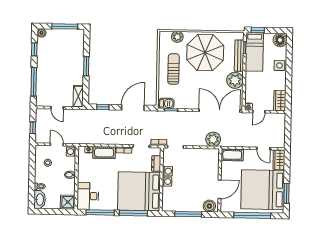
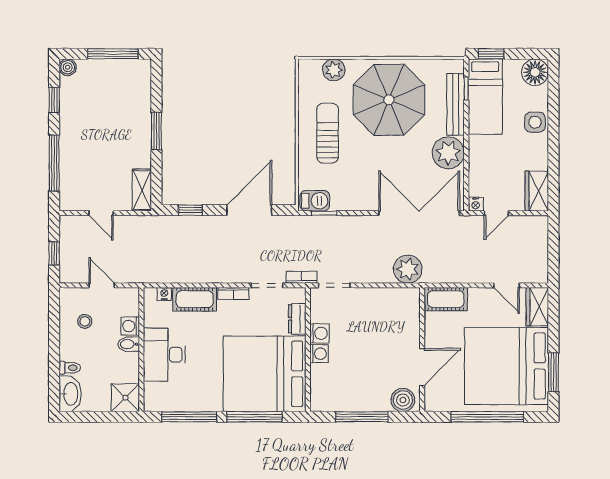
washing machine: (71, 152) -> (130, 326), moved
desk: (88, 196) -> (164, 355), moved

